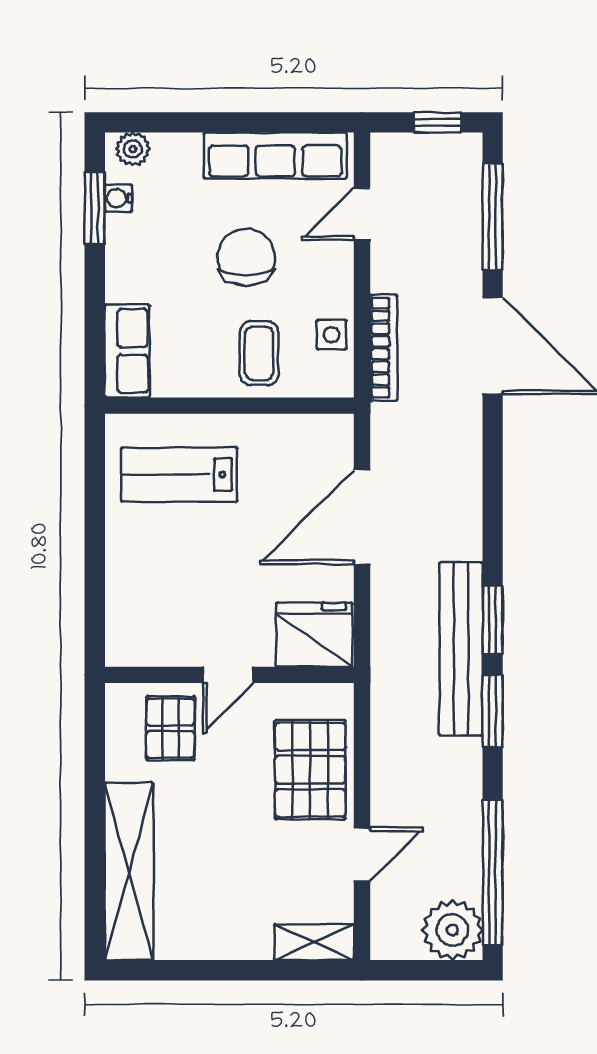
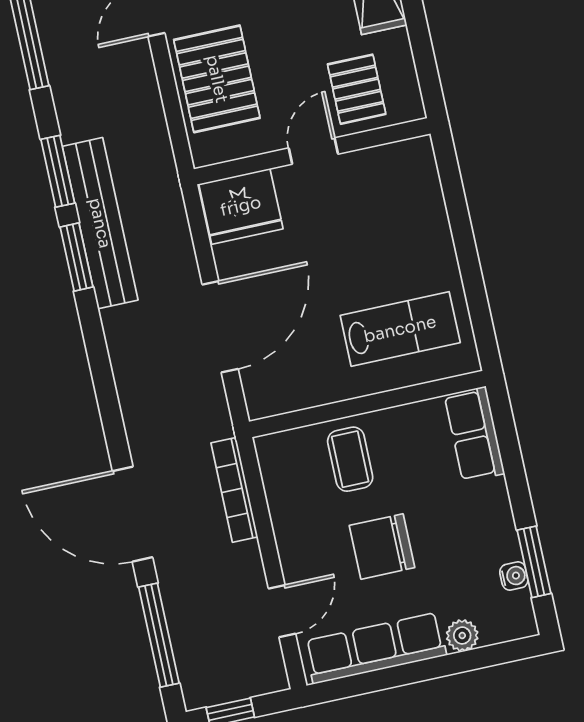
plant: (133, 149) -> (462, 636), moved
chair: (246, 257) -> (382, 547), turned 90
side table: (332, 335) -> (286, 491), removed

